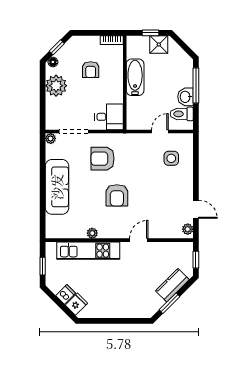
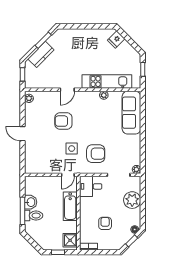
shower: (159, 45) -> (70, 240), moved
bathtub: (135, 77) -> (70, 206), moved
plant: (56, 86) -> (132, 200), moved
toilet: (182, 114) -> (34, 216), moved
door: (160, 132) -> (68, 175), moved
side table: (171, 158) -> (72, 149), moved
sofa: (57, 187) -> (131, 113), moved
armchair: (117, 195) -> (63, 121), moved, turned -90
door: (196, 209) -> (22, 134), moved
dishwasher: (66, 294) -> (125, 47), removed

